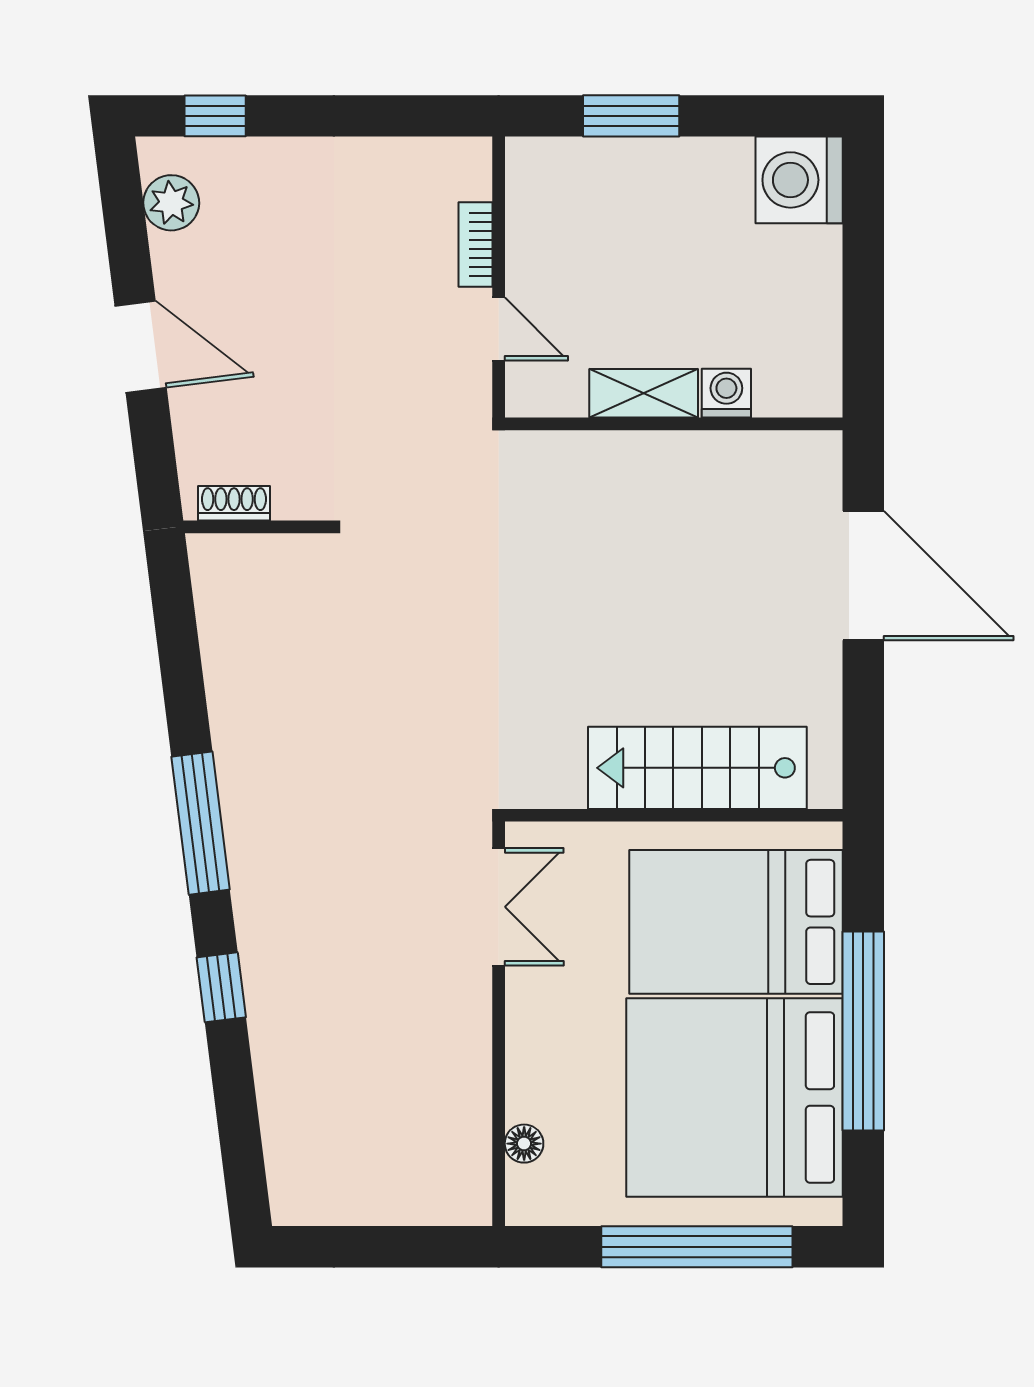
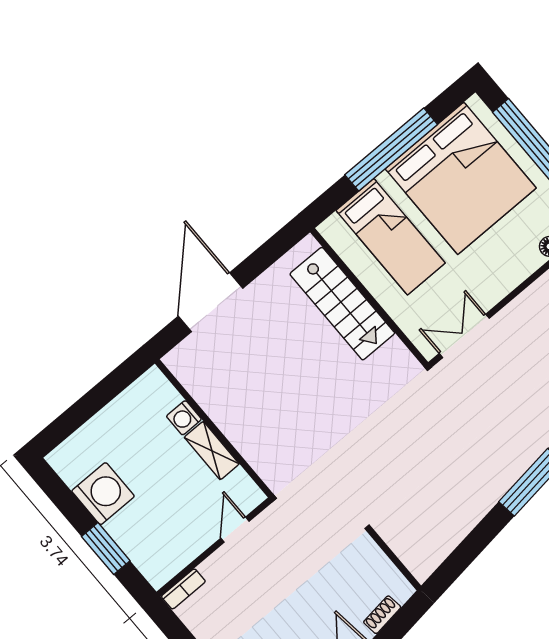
washing machine: (799, 180) -> (103, 494), moved, turned -90
bookcase: (476, 244) -> (183, 589), moved
shoe rack: (234, 503) -> (382, 615), moved, turned 83
bed: (736, 922) -> (391, 237), width x0.67

